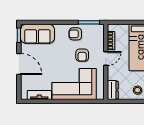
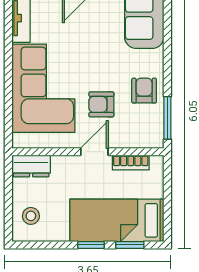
door: (106, 59) -> (94, 152), swing flipped

